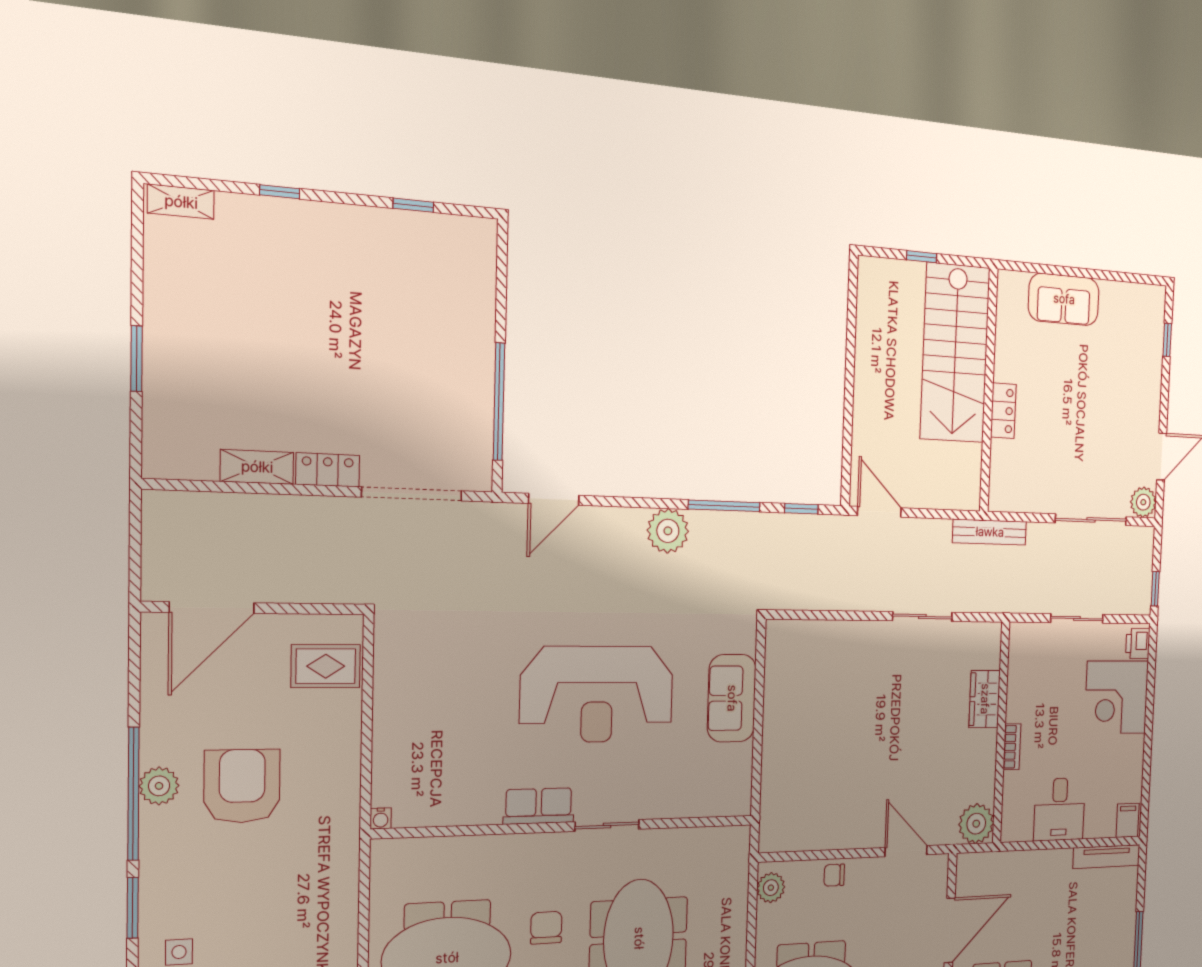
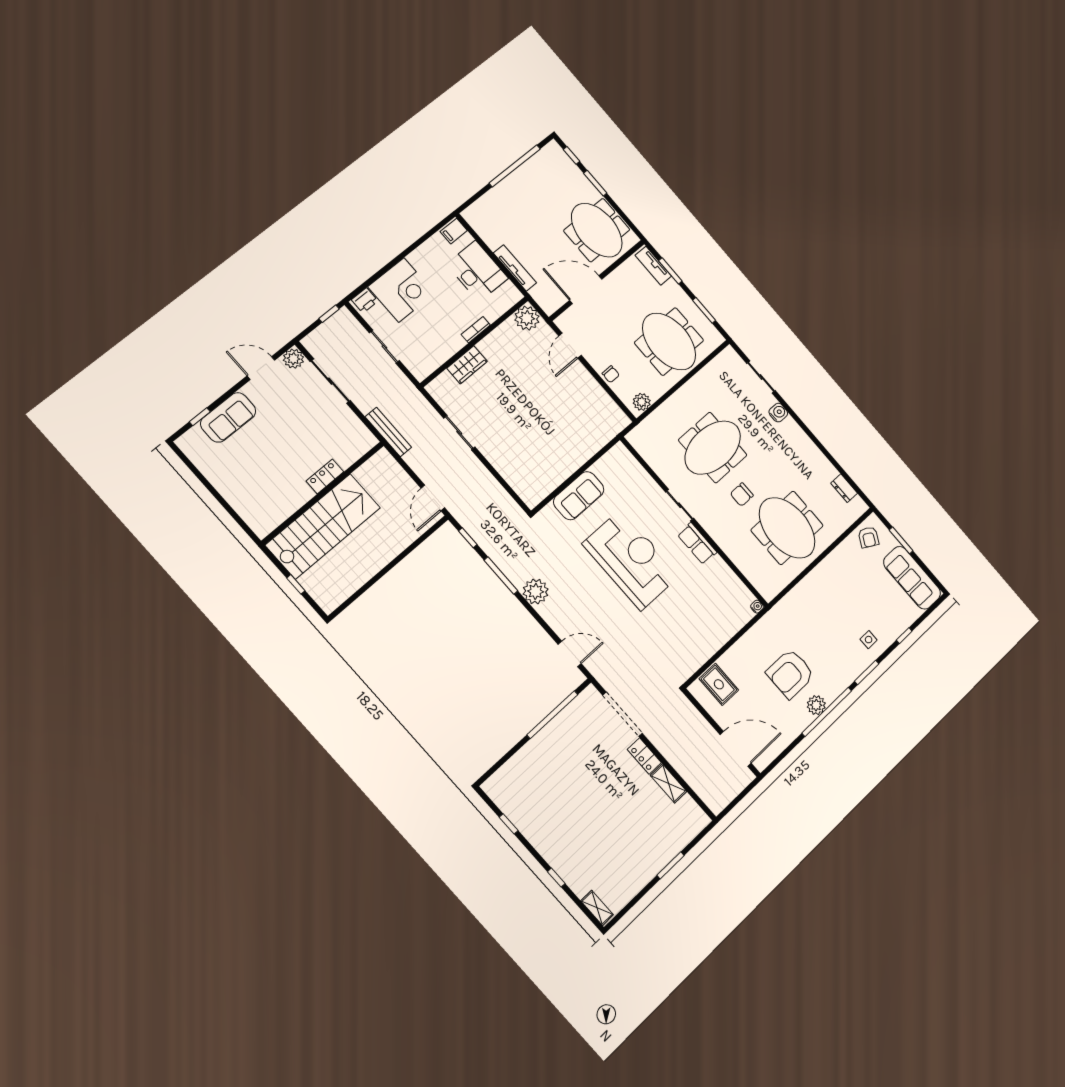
sofa: (1064, 299) -> (228, 417), moved, turned 90
desk: (1059, 809) -> (477, 271), width x1.37
tv unit: (1106, 857) -> (515, 268), moved

